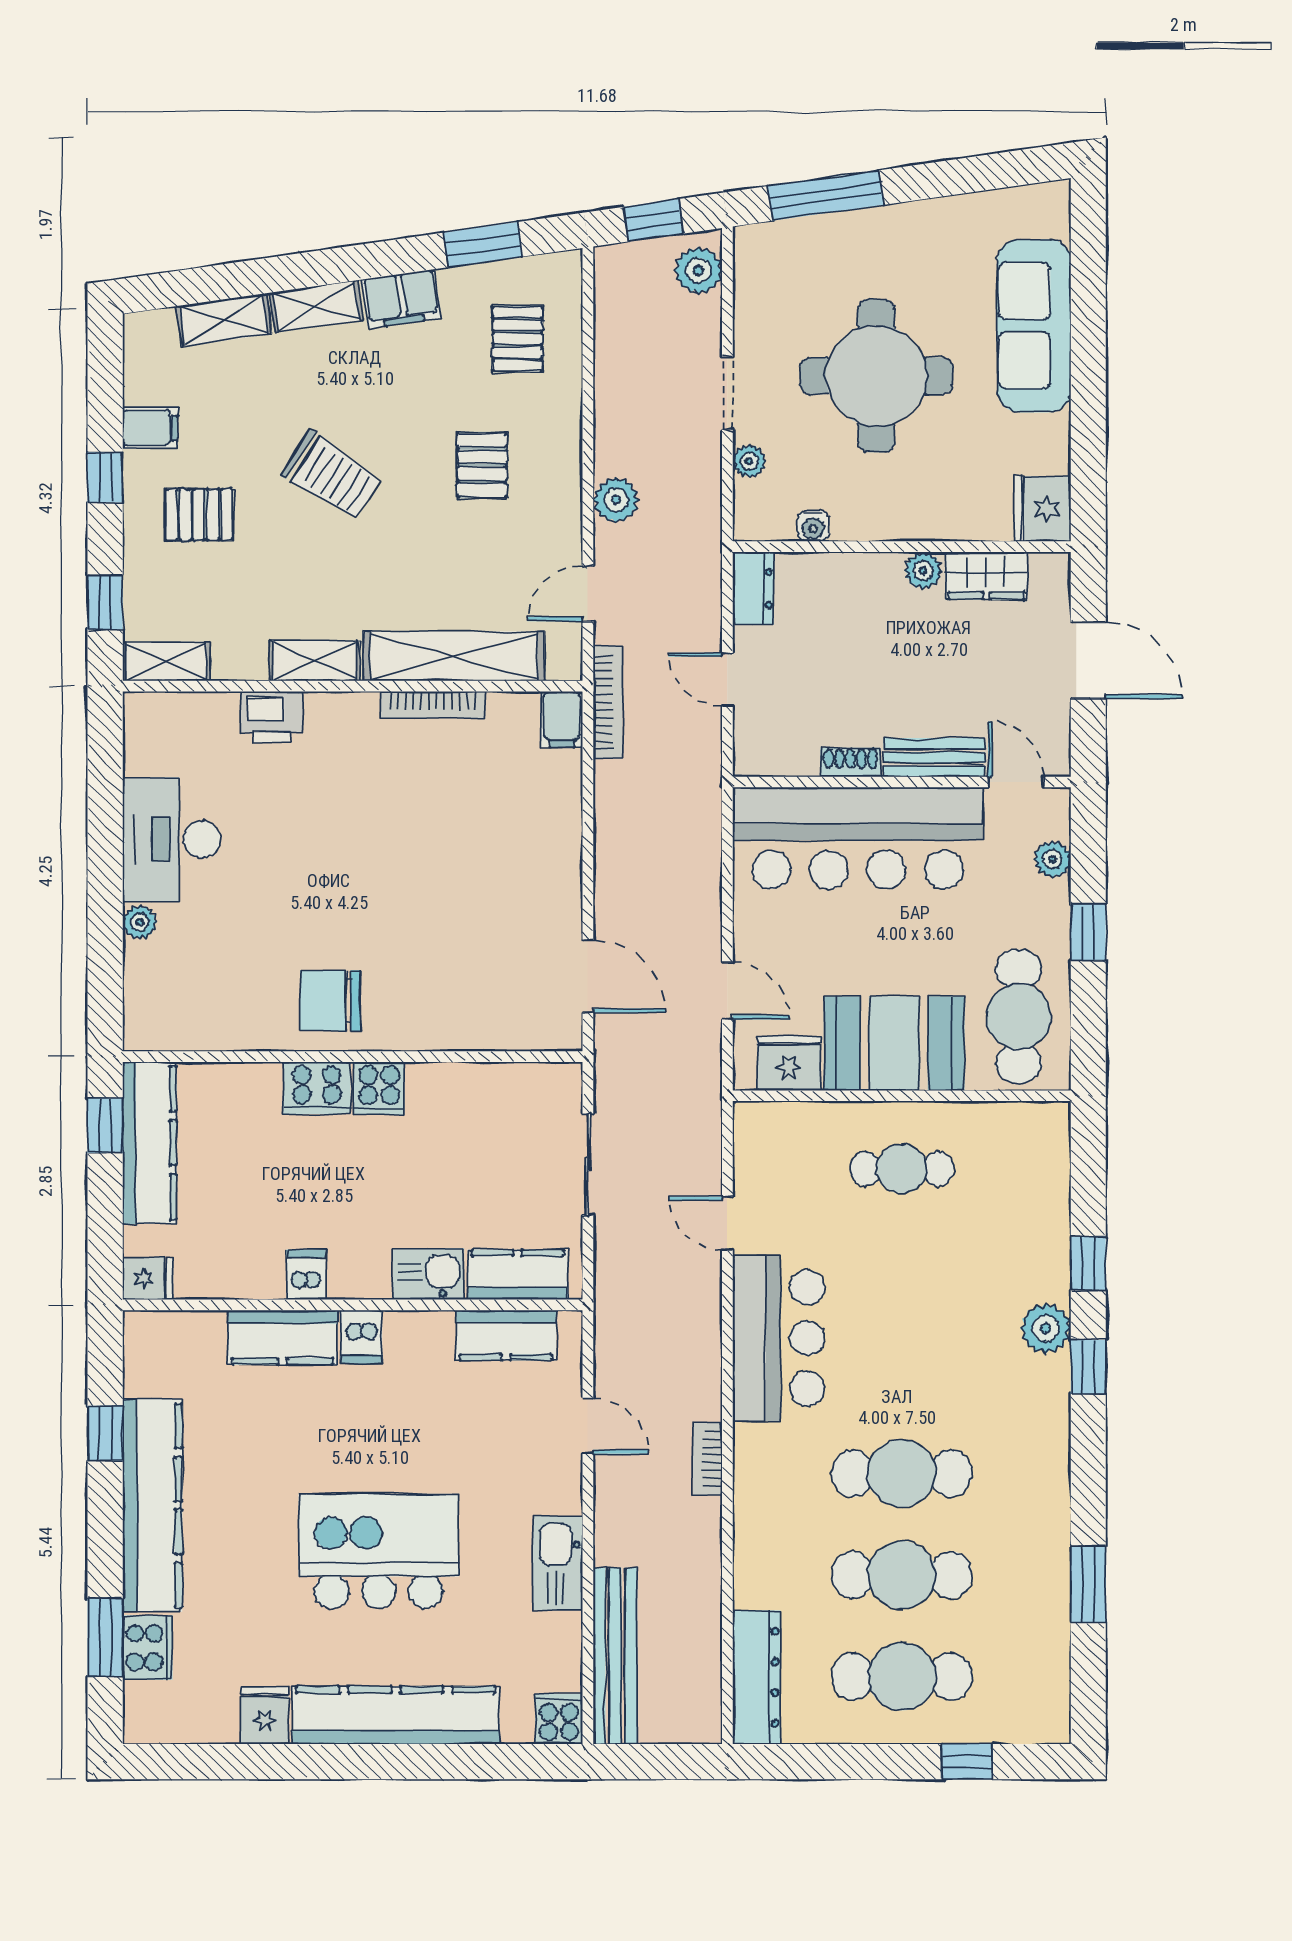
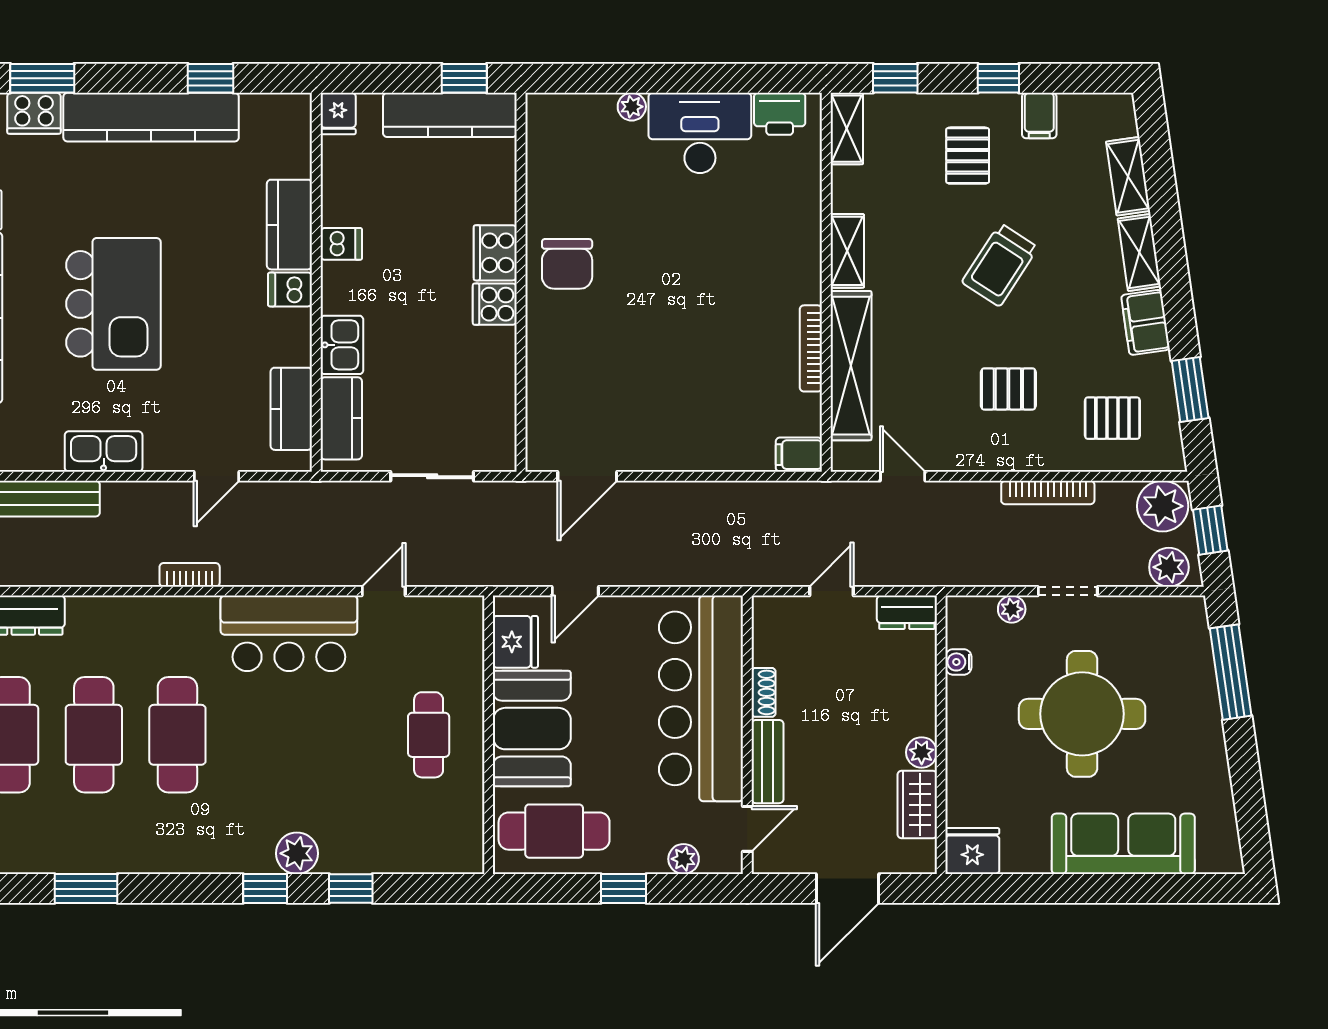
plant: (616, 500) -> (1163, 506), moved, width x1.36, depth x1.36
bookcase: (608, 702) -> (1048, 492), moved
printer: (272, 717) -> (780, 114), moved, turned -90
chair: (330, 1001) -> (567, 264), turned 180

